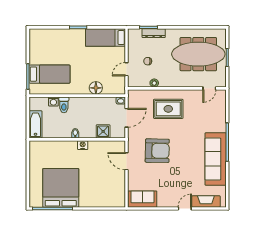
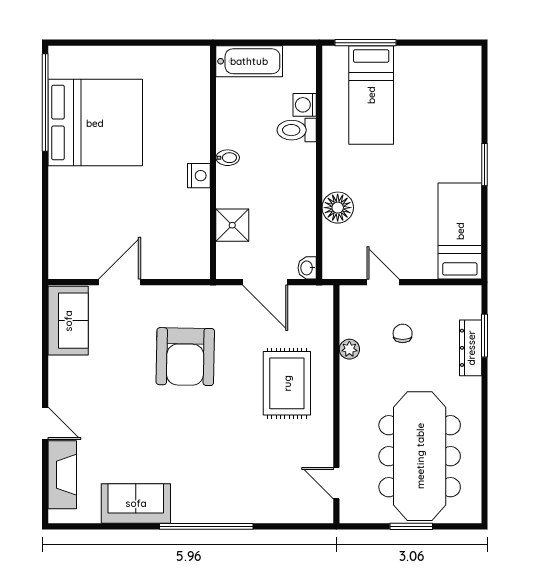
sofa: (216, 159) -> (136, 503), width x0.54, depth x0.79
door: (127, 161) -> (120, 282), moved

